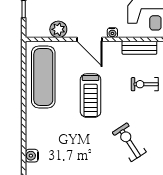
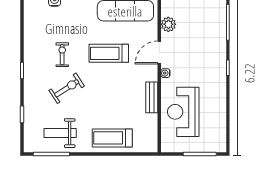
exercise bike: (145, 84) -> (62, 55), moved

